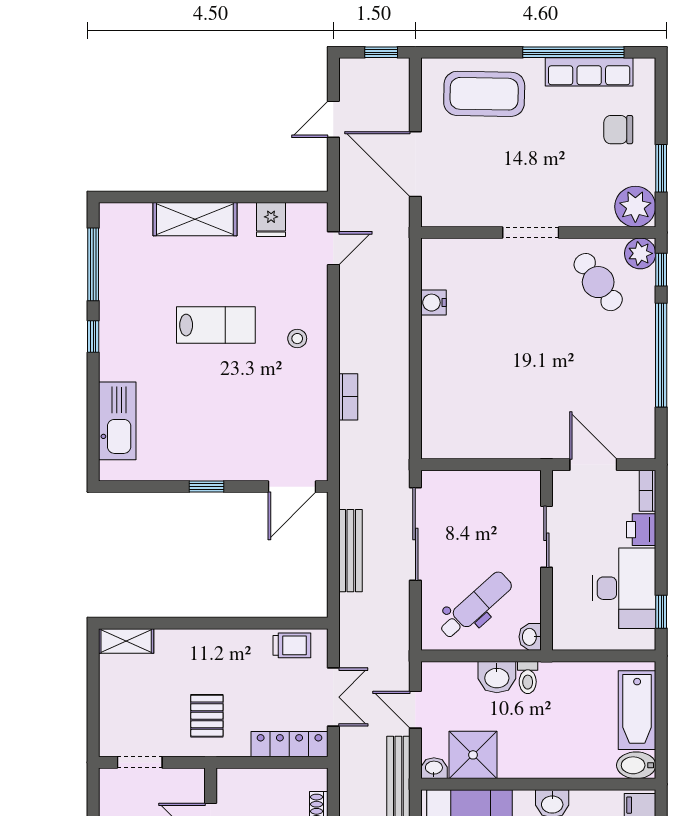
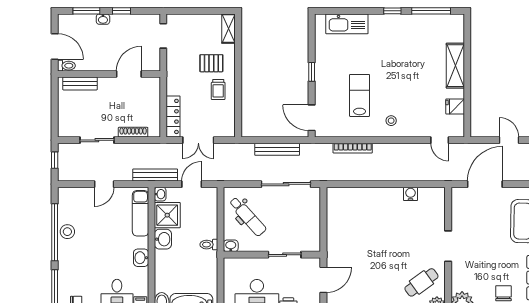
lab bench: (216, 325) -> (360, 95), moved, turned 180
bookcase: (348, 397) -> (353, 148), width x1.56
trolley: (292, 645) -> (218, 89), moved
washbasin: (497, 677) -> (163, 239), moved, turned 180
pallet: (207, 716) -> (211, 63), moved

